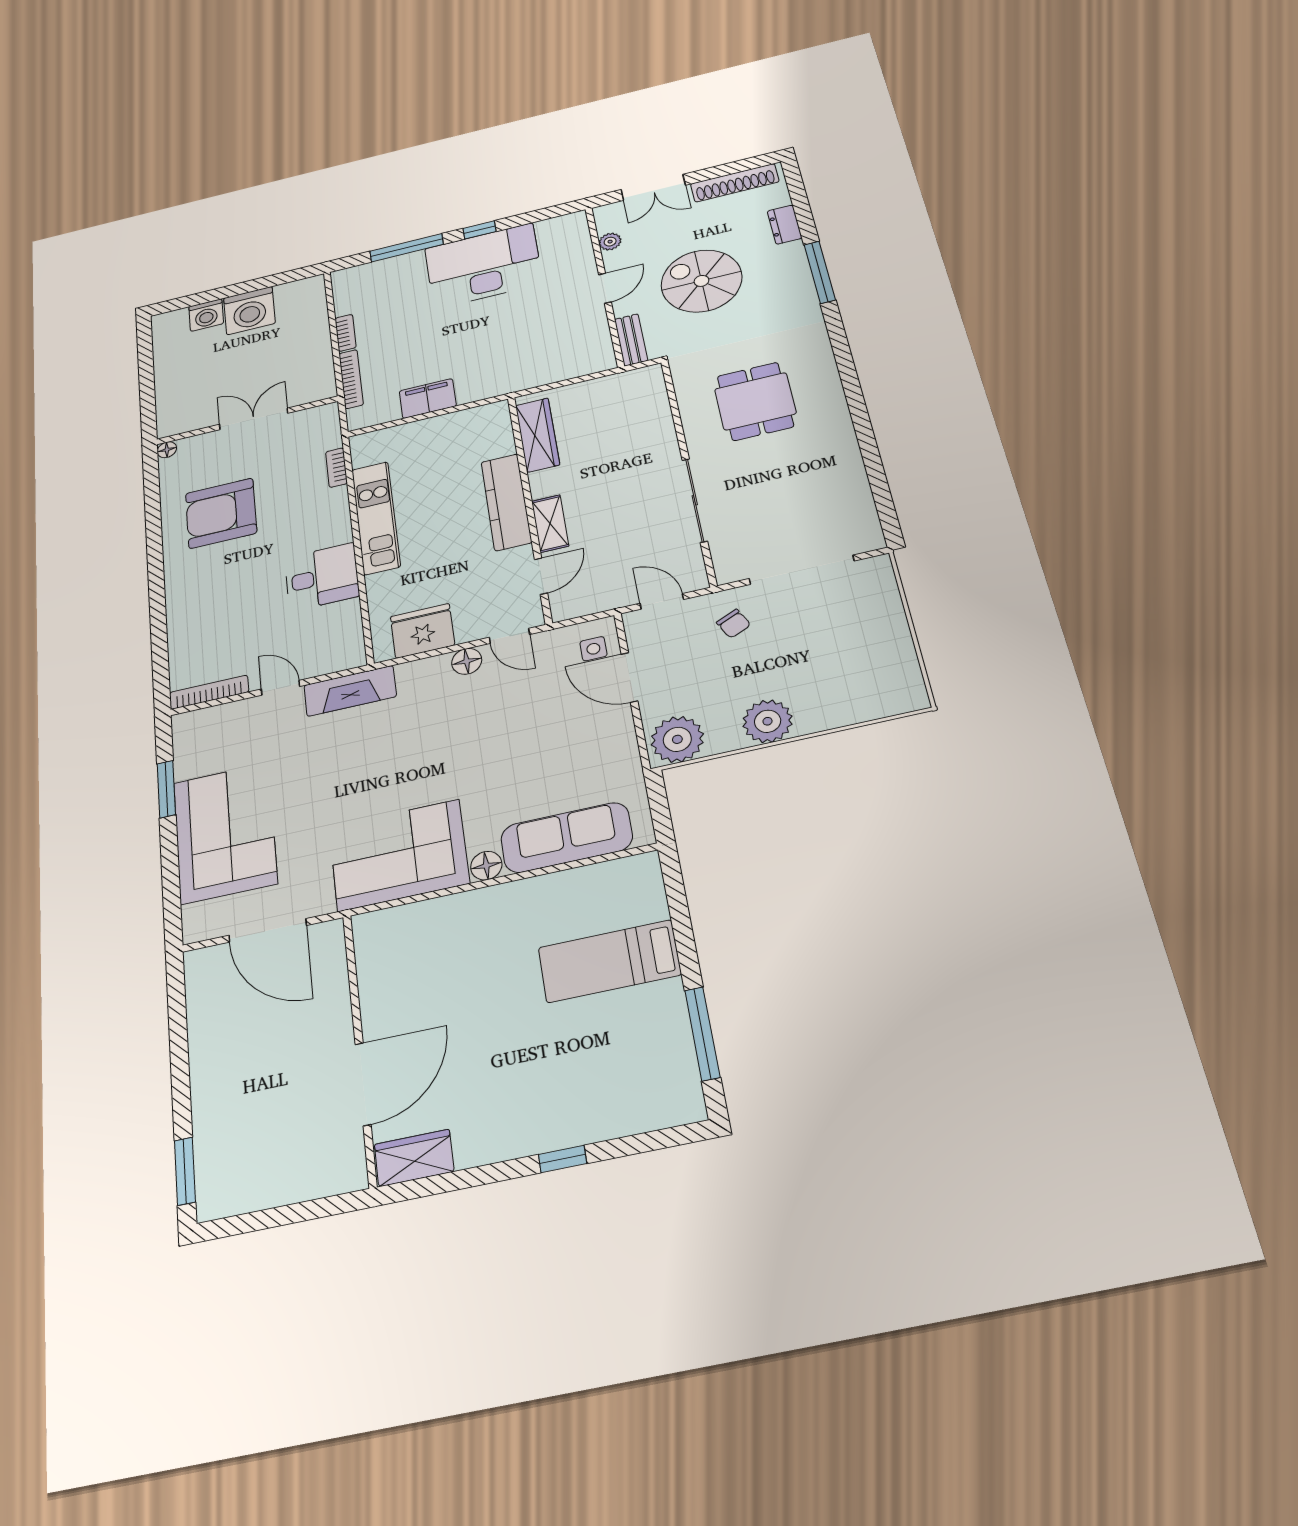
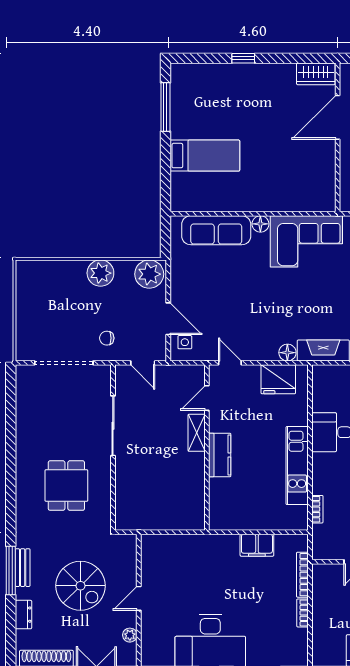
bench: (631, 340) -> (23, 568), moved
wardrobe: (537, 435) -> (195, 498), removed
kitchen counter: (506, 502) -> (220, 455), width x0.67
chair: (734, 624) -> (107, 338), turned -65
floor lamp: (467, 661) -> (287, 353), moved

